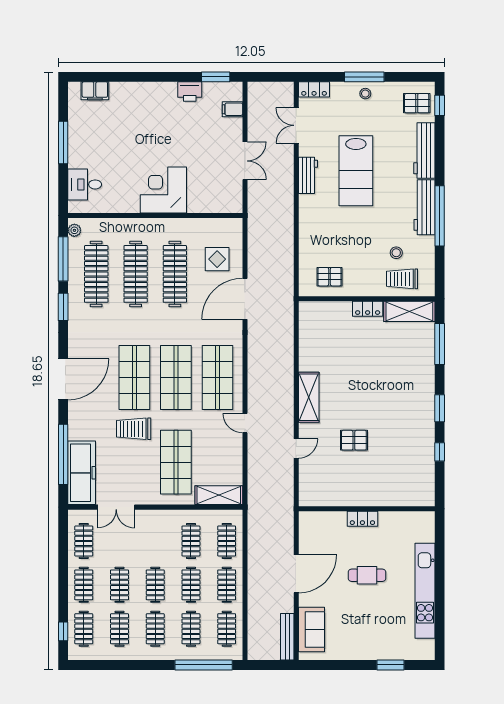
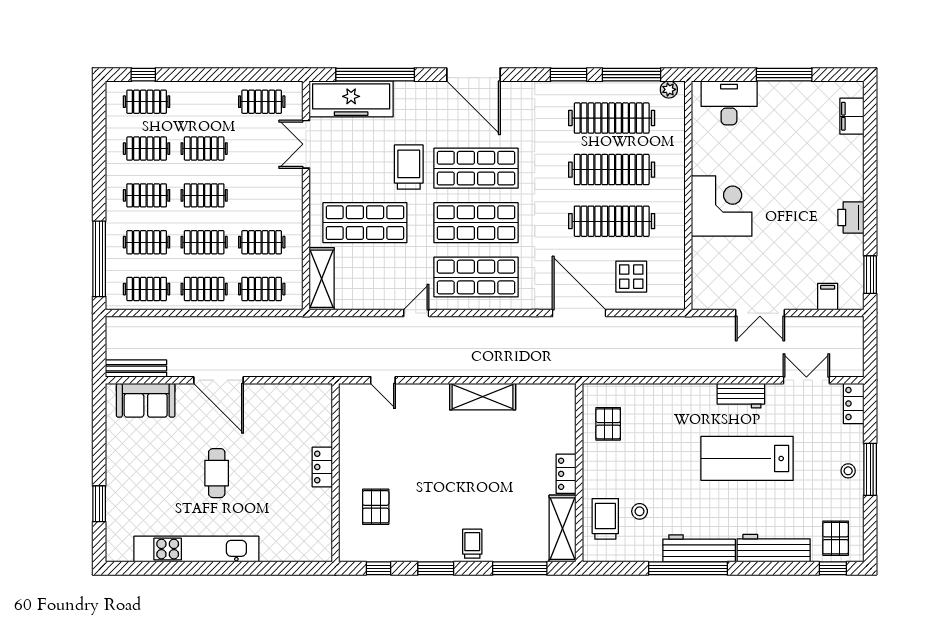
printer: (190, 92) -> (851, 217), moved
desk: (85, 184) -> (729, 103), width x1.37
trolley: (421, 380) -> (472, 544), added
shelving: (309, 397) -> (483, 397), moved
pallet: (354, 440) -> (376, 507), moved
wall: (367, 509) -> (335, 473), moved
locker: (362, 519) -> (322, 467), moved
clothes rail: (84, 585) -> (204, 102), removed

